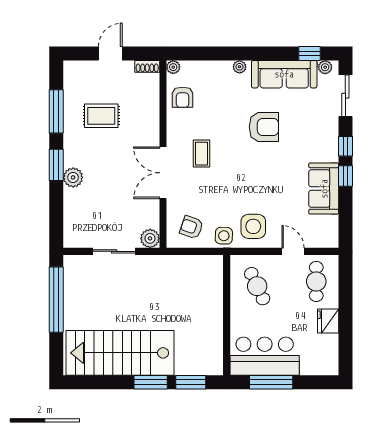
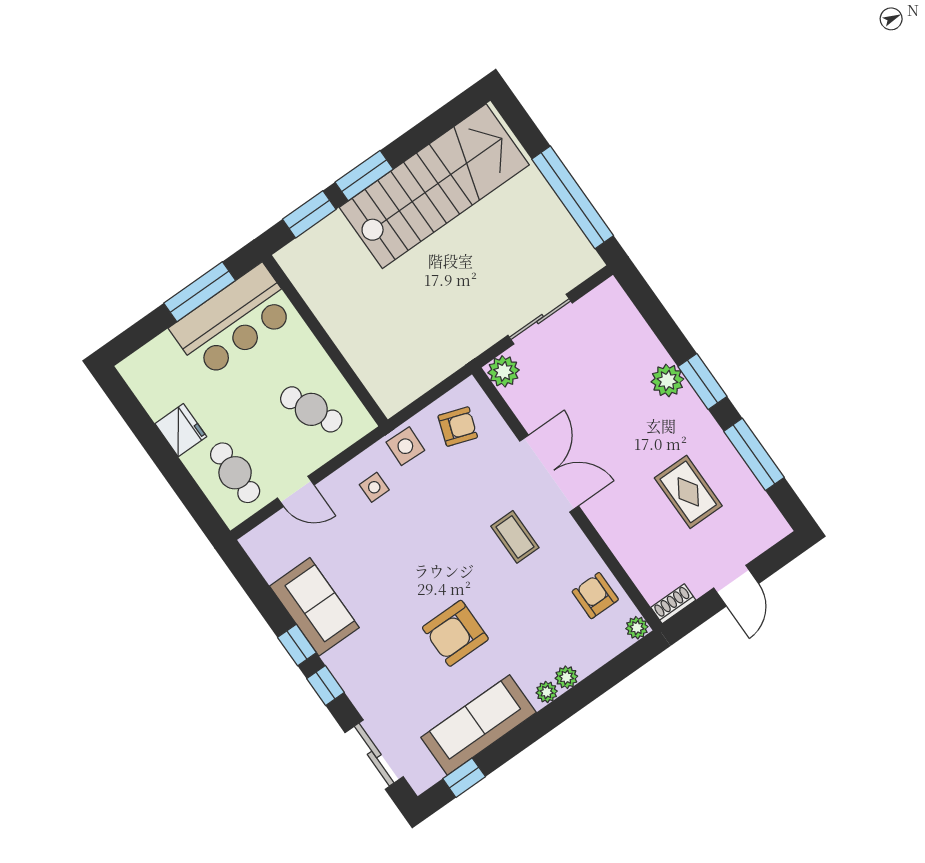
plant: (325, 67) -> (566, 677), moved
rug: (101, 116) -> (688, 492), turned 90
side table: (253, 226) -> (374, 487), width x0.54, depth x0.54

